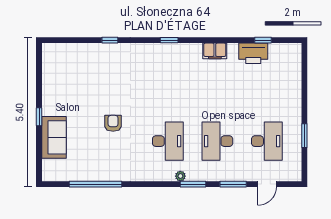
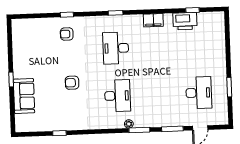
armchair: (109, 64) -> (67, 34), added
armchair: (113, 123) -> (72, 83), turned -90
desk: (217, 141) -> (116, 48), moved
window: (95, 184) -> (59, 133), width x0.32

